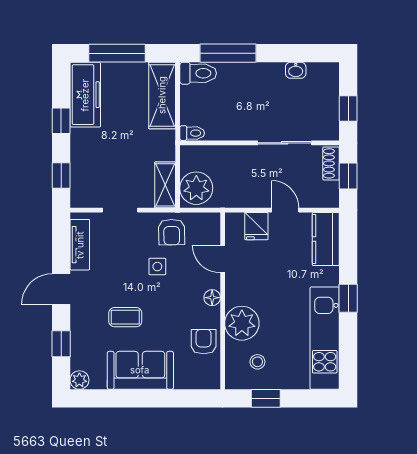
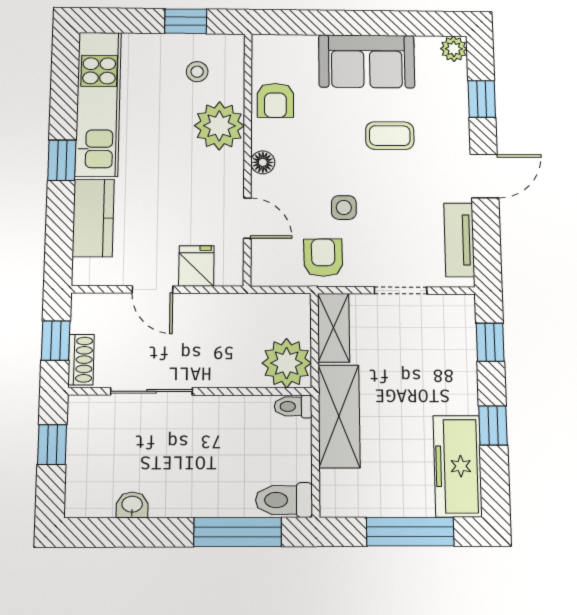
shelving: (162, 95) -> (339, 416), moved
plant: (196, 188) -> (287, 363), moved
kitchen counter: (326, 239) -> (93, 218), moved

